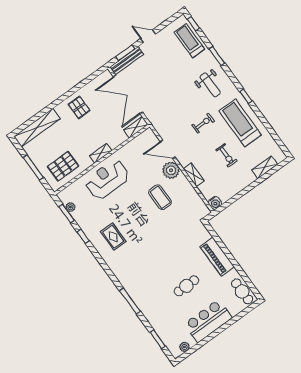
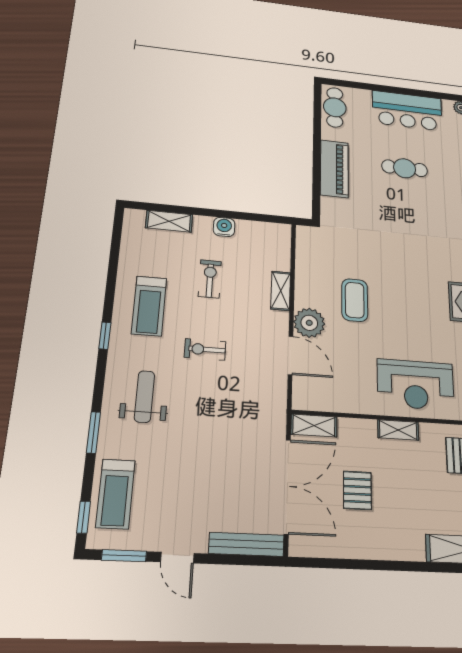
window: (125, 53) -> (124, 556), moved
pallet: (79, 107) -> (357, 490), moved
treadmill: (240, 123) -> (149, 306), width x0.73, depth x0.73
water cooler: (215, 203) -> (224, 227), moved

